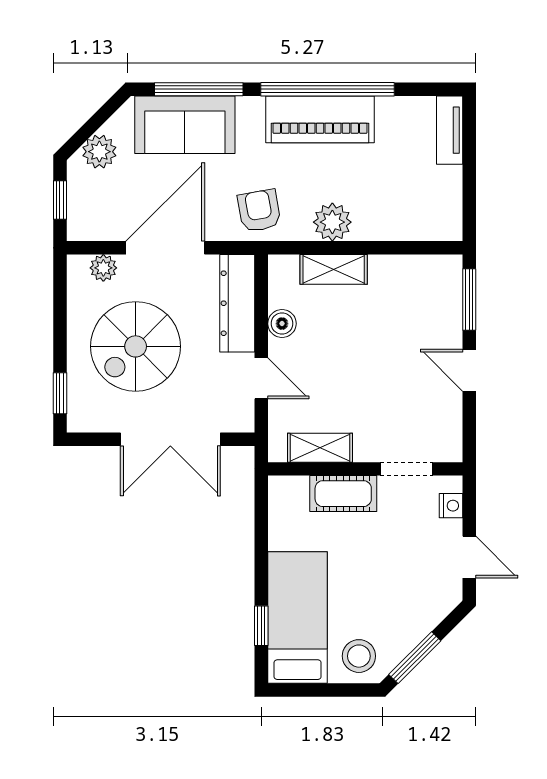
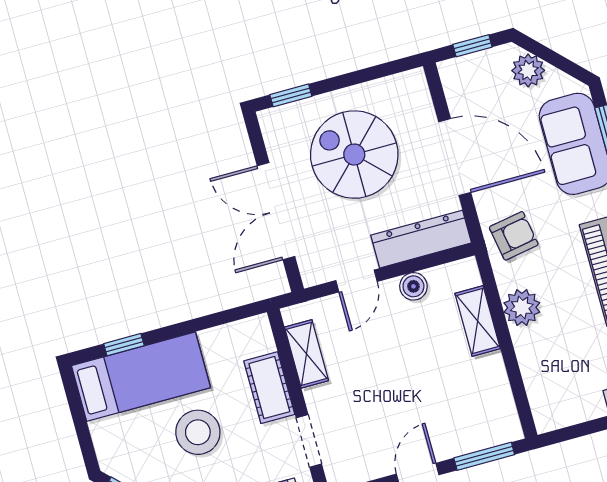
plant: (103, 268) -> (420, 104), removed
stool: (359, 656) -> (198, 432), moved, width x1.38, depth x1.38

